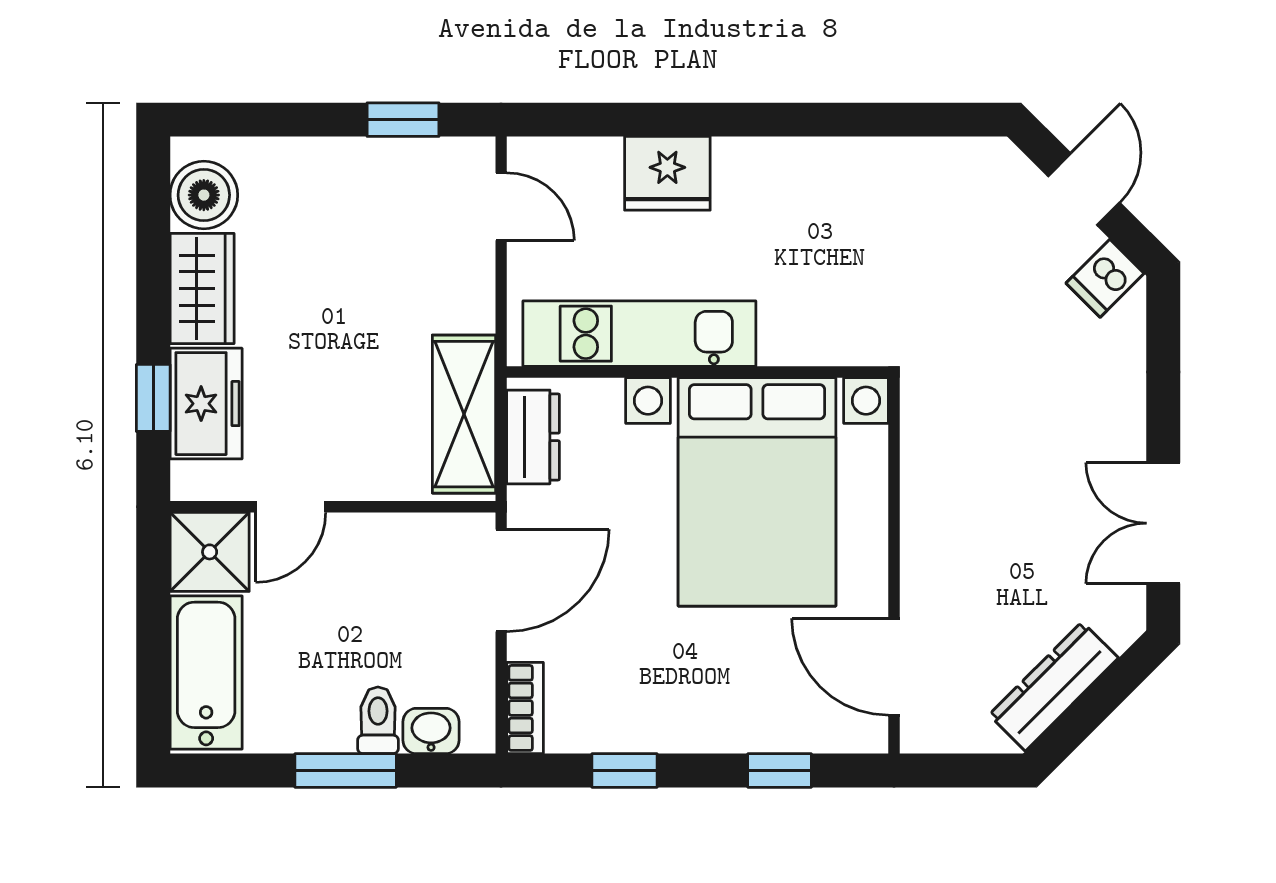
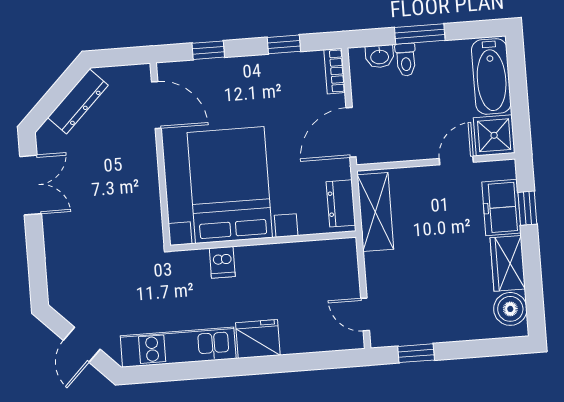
fridge: (667, 173) -> (258, 339), moved
dishwasher: (1105, 278) -> (222, 262), moved, turned 135
kitchen unit: (639, 334) -> (178, 347), moved, turned 180

